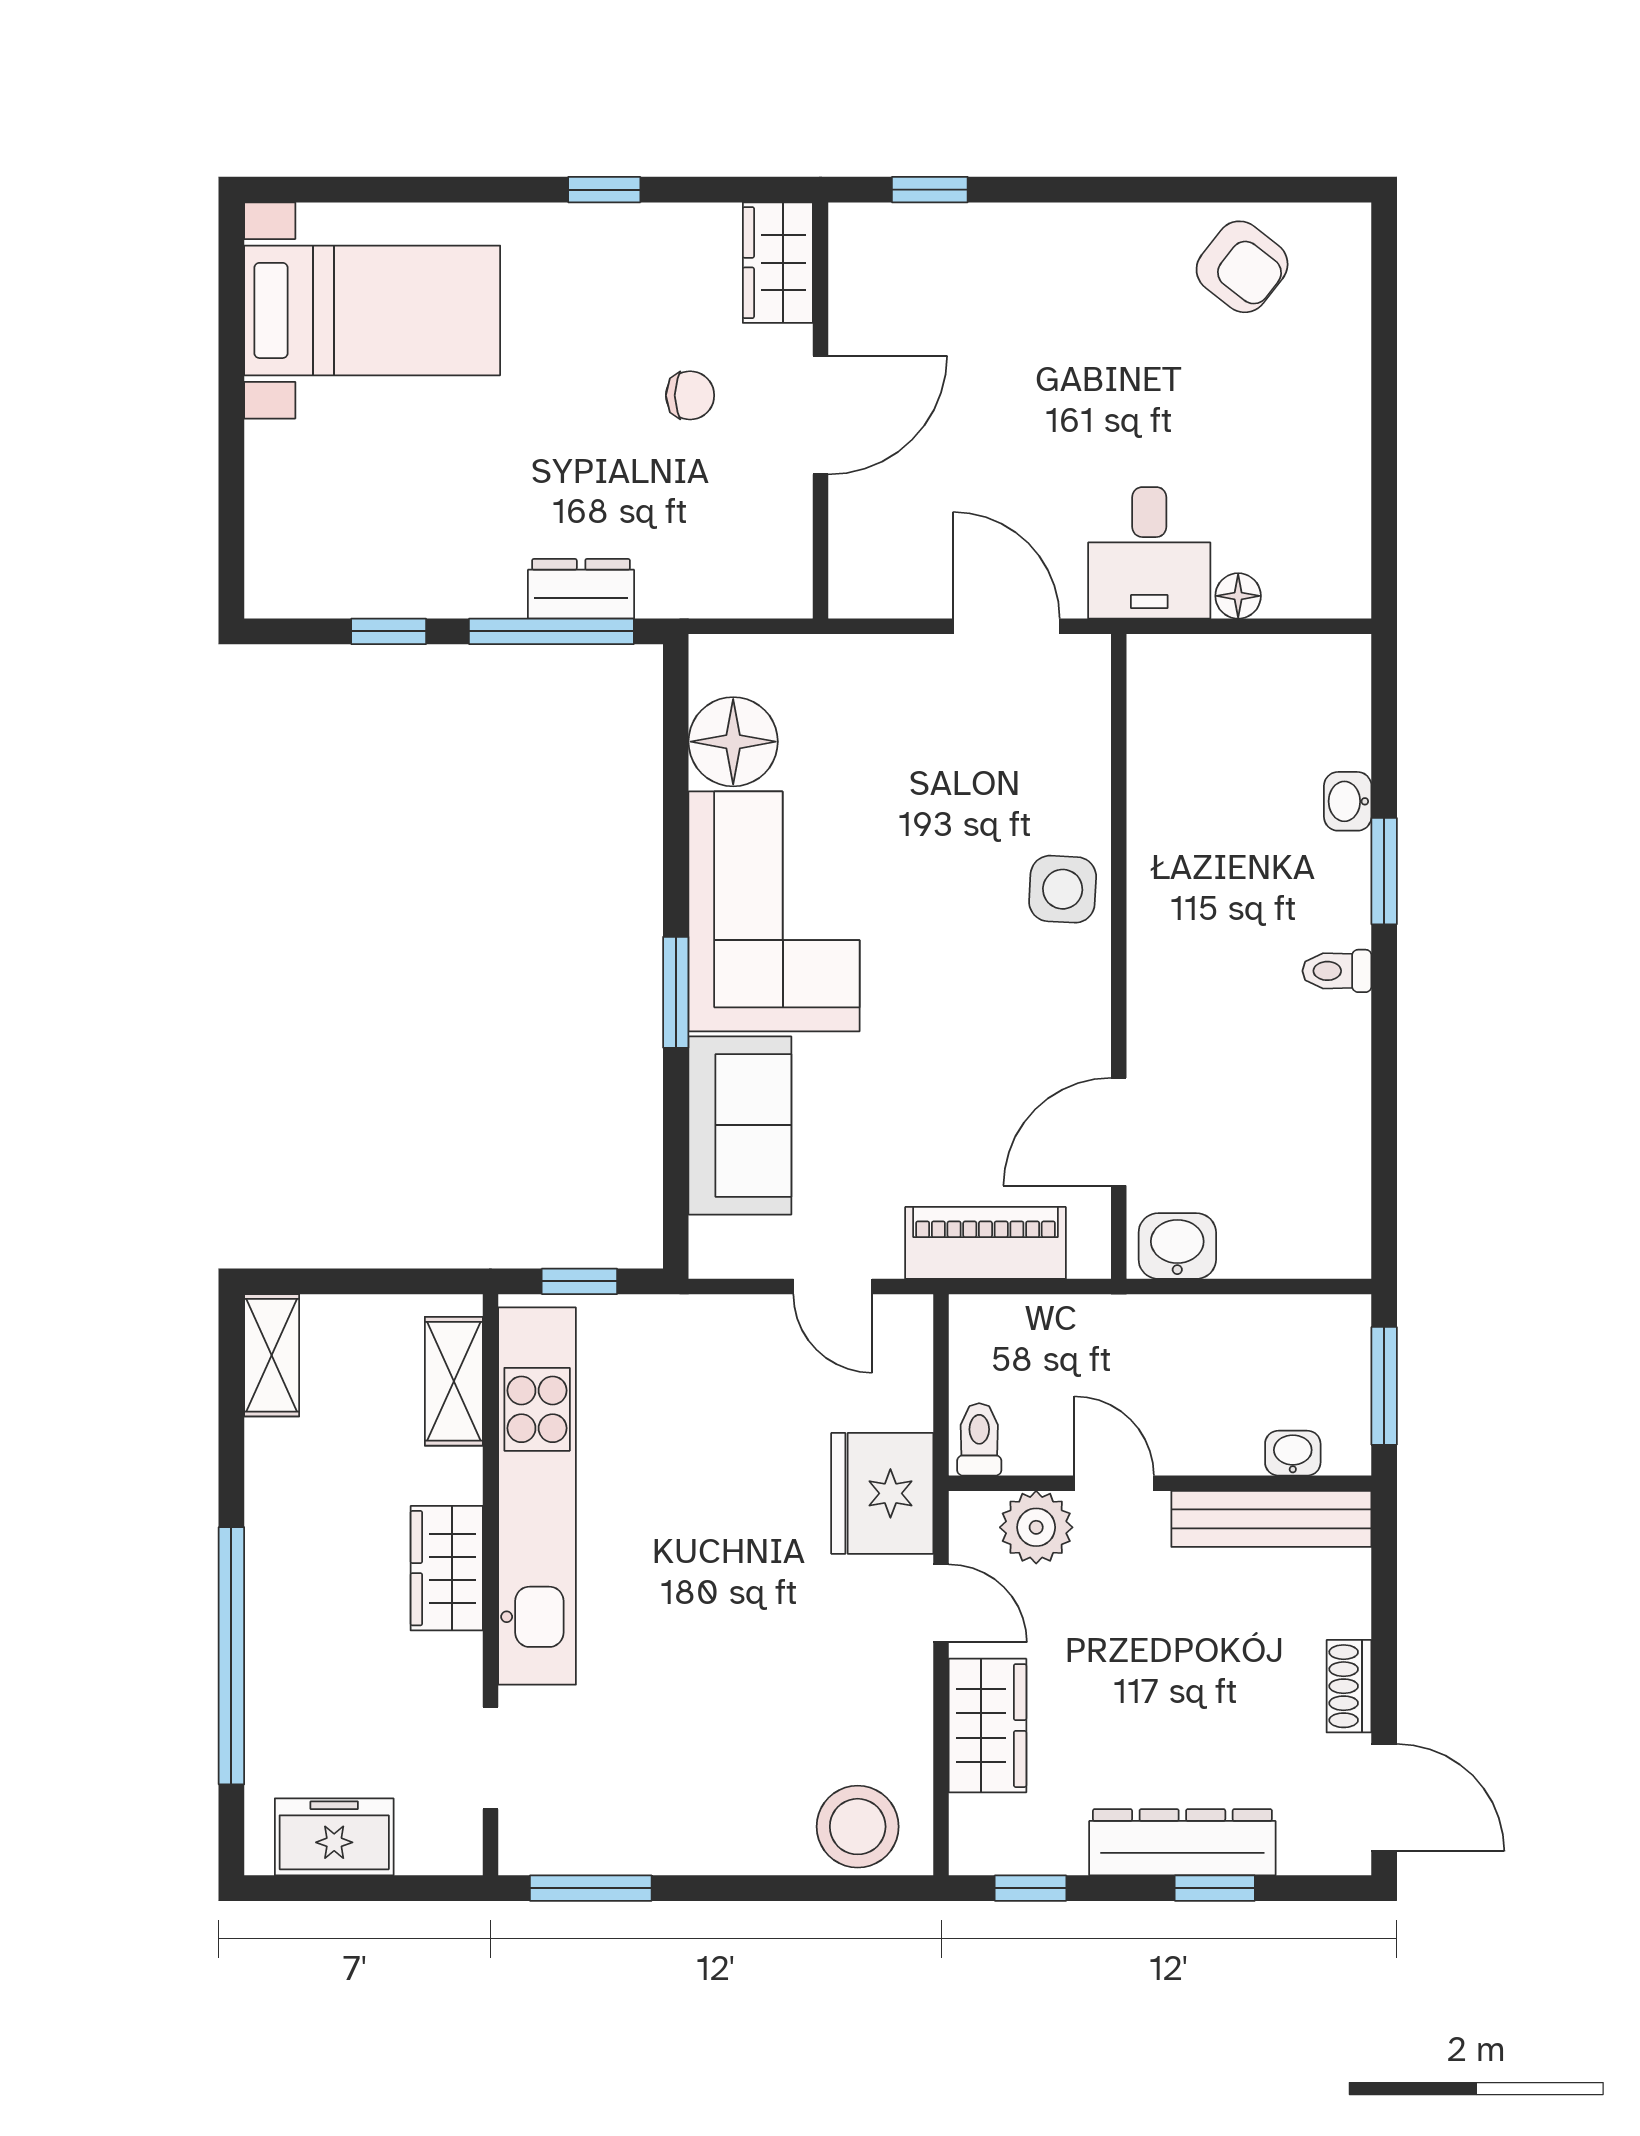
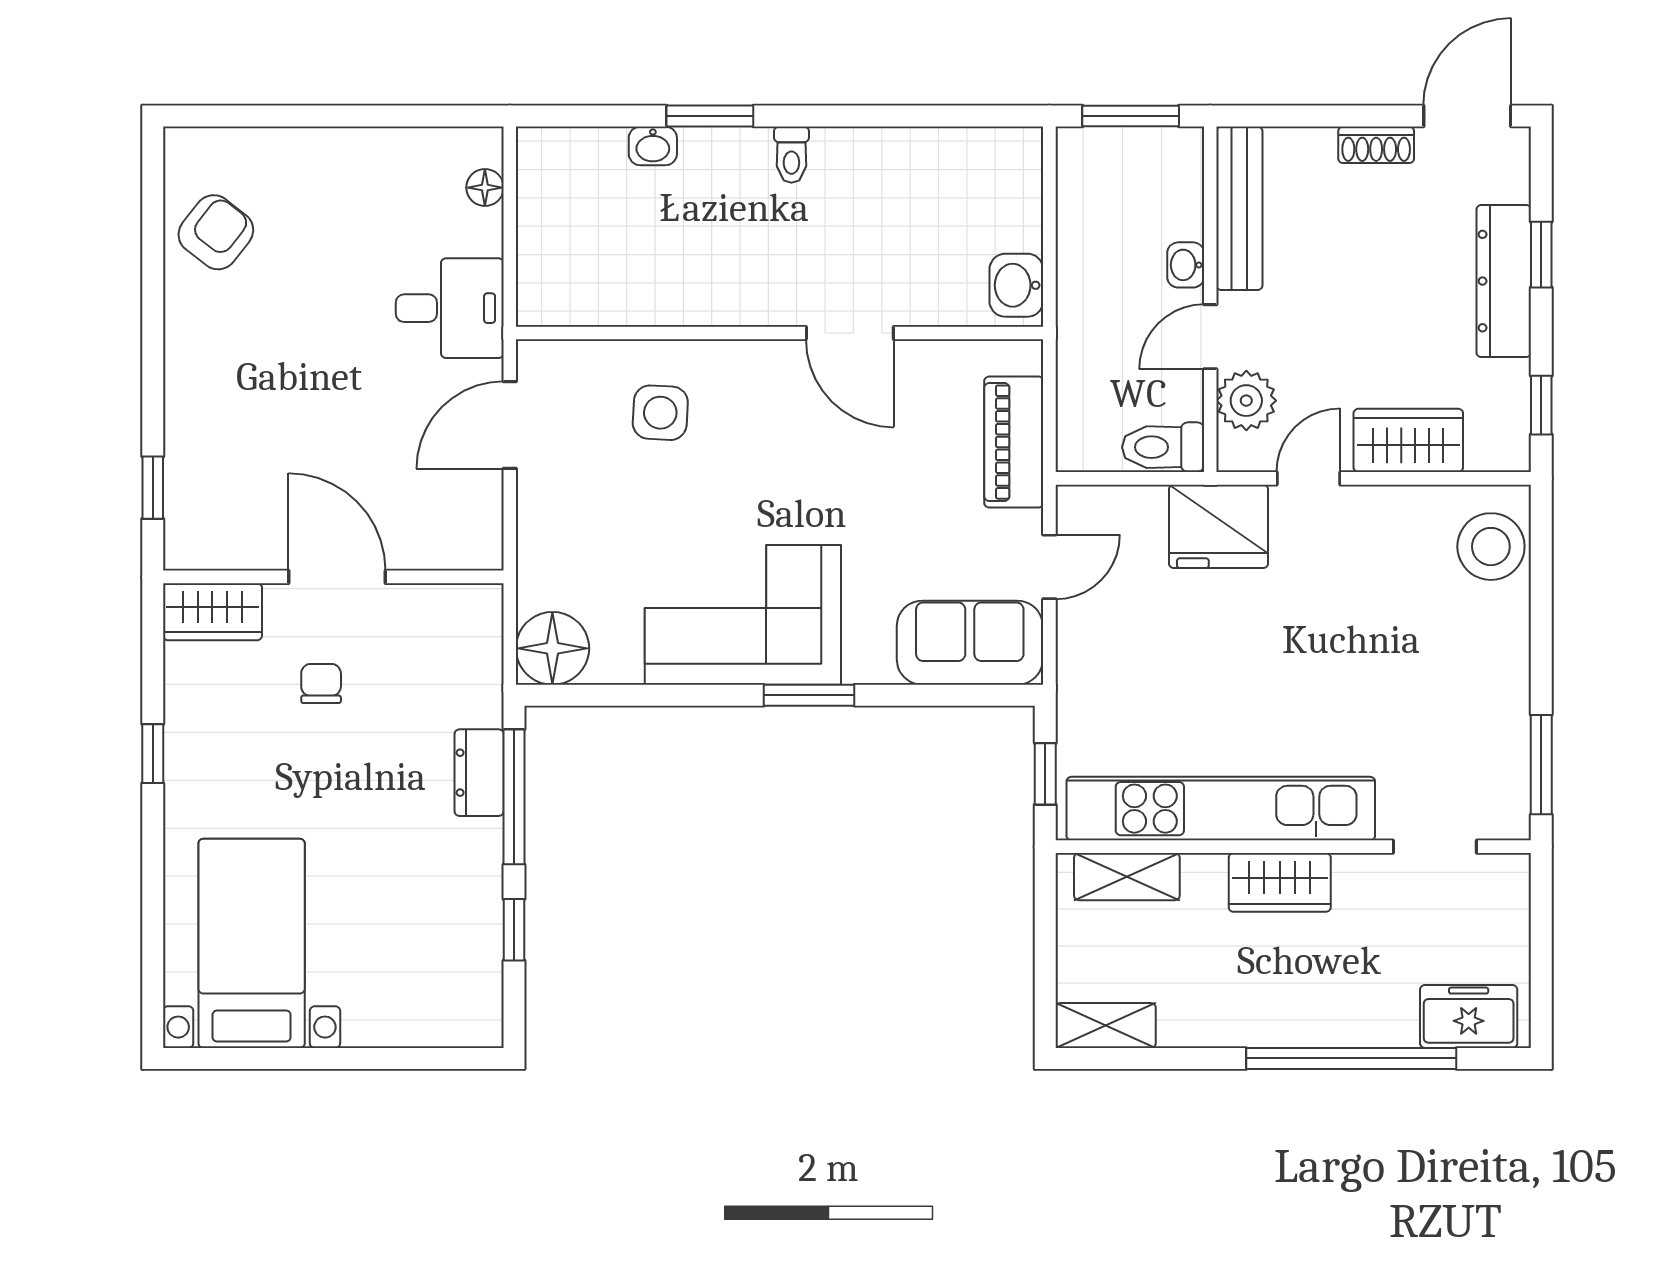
floor lamp: (1238, 596) -> (485, 188), moved
floor lamp: (733, 742) -> (552, 648), moved
side table: (1063, 889) -> (660, 413), moved
sofa: (740, 1125) -> (970, 643), moved
door: (1119, 1132) -> (850, 333), moved
toilet: (979, 1439) -> (1163, 447), width x1.37, depth x1.39
washbasin: (1293, 1453) -> (1186, 265), moved
freezer: (334, 1837) -> (1469, 1016), moved, turned 90

